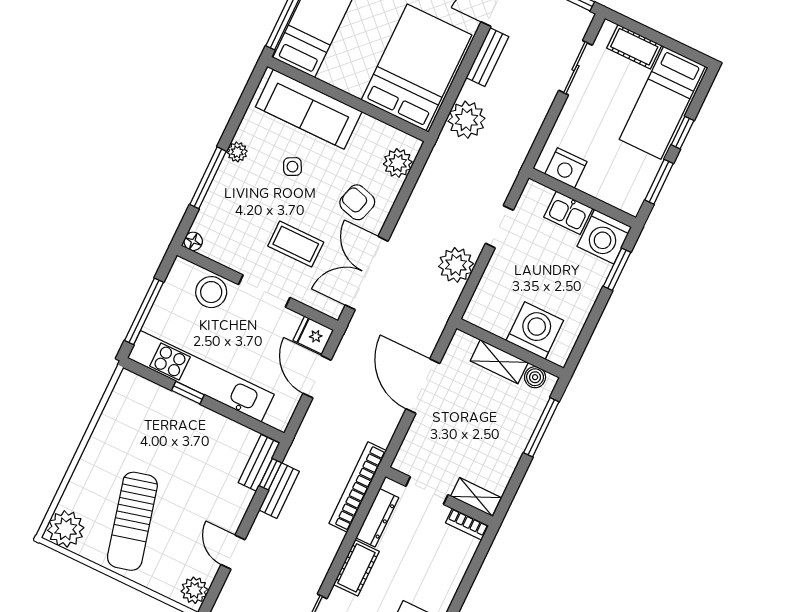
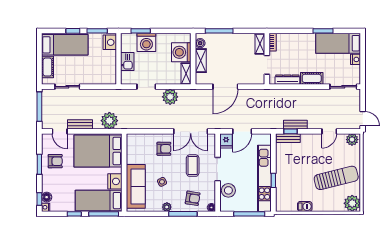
nightstand: (339, 72) -> (115, 181), added
plant: (398, 163) -> (140, 140), removed
nightstand: (566, 168) -> (110, 42), moved
armchair: (357, 202) -> (164, 149), turned -106
armchair: (230, 212) -> (193, 198), added
washing machine: (604, 237) -> (146, 42), moved, turned 90
shelving: (487, 320) -> (186, 74), added
barbecue: (105, 430) -> (305, 206), added
bookcase: (358, 487) -> (279, 94), removed

